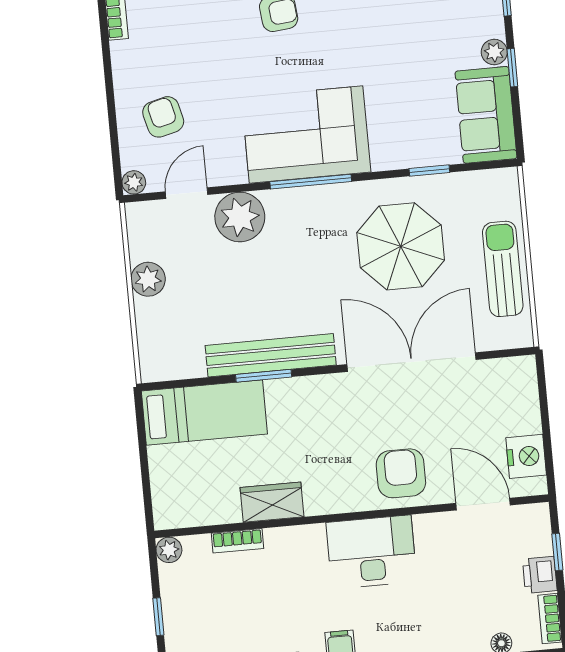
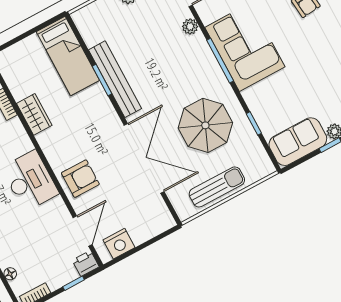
plant: (240, 217) -> (190, 27), width x0.53, depth x0.53
printer: (540, 575) -> (86, 263), moved

